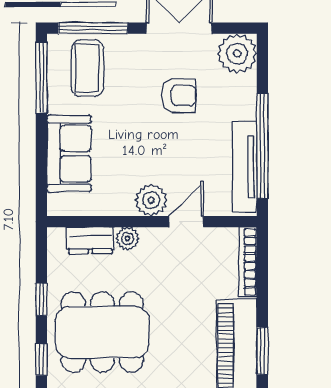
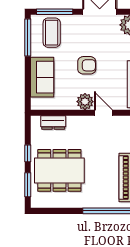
armchair: (179, 95) -> (87, 65), moved
door: (186, 222) -> (103, 113), hinge flipped
plant: (127, 238) -> (73, 122), removed
window: (41, 360) -> (28, 185), width x1.50

